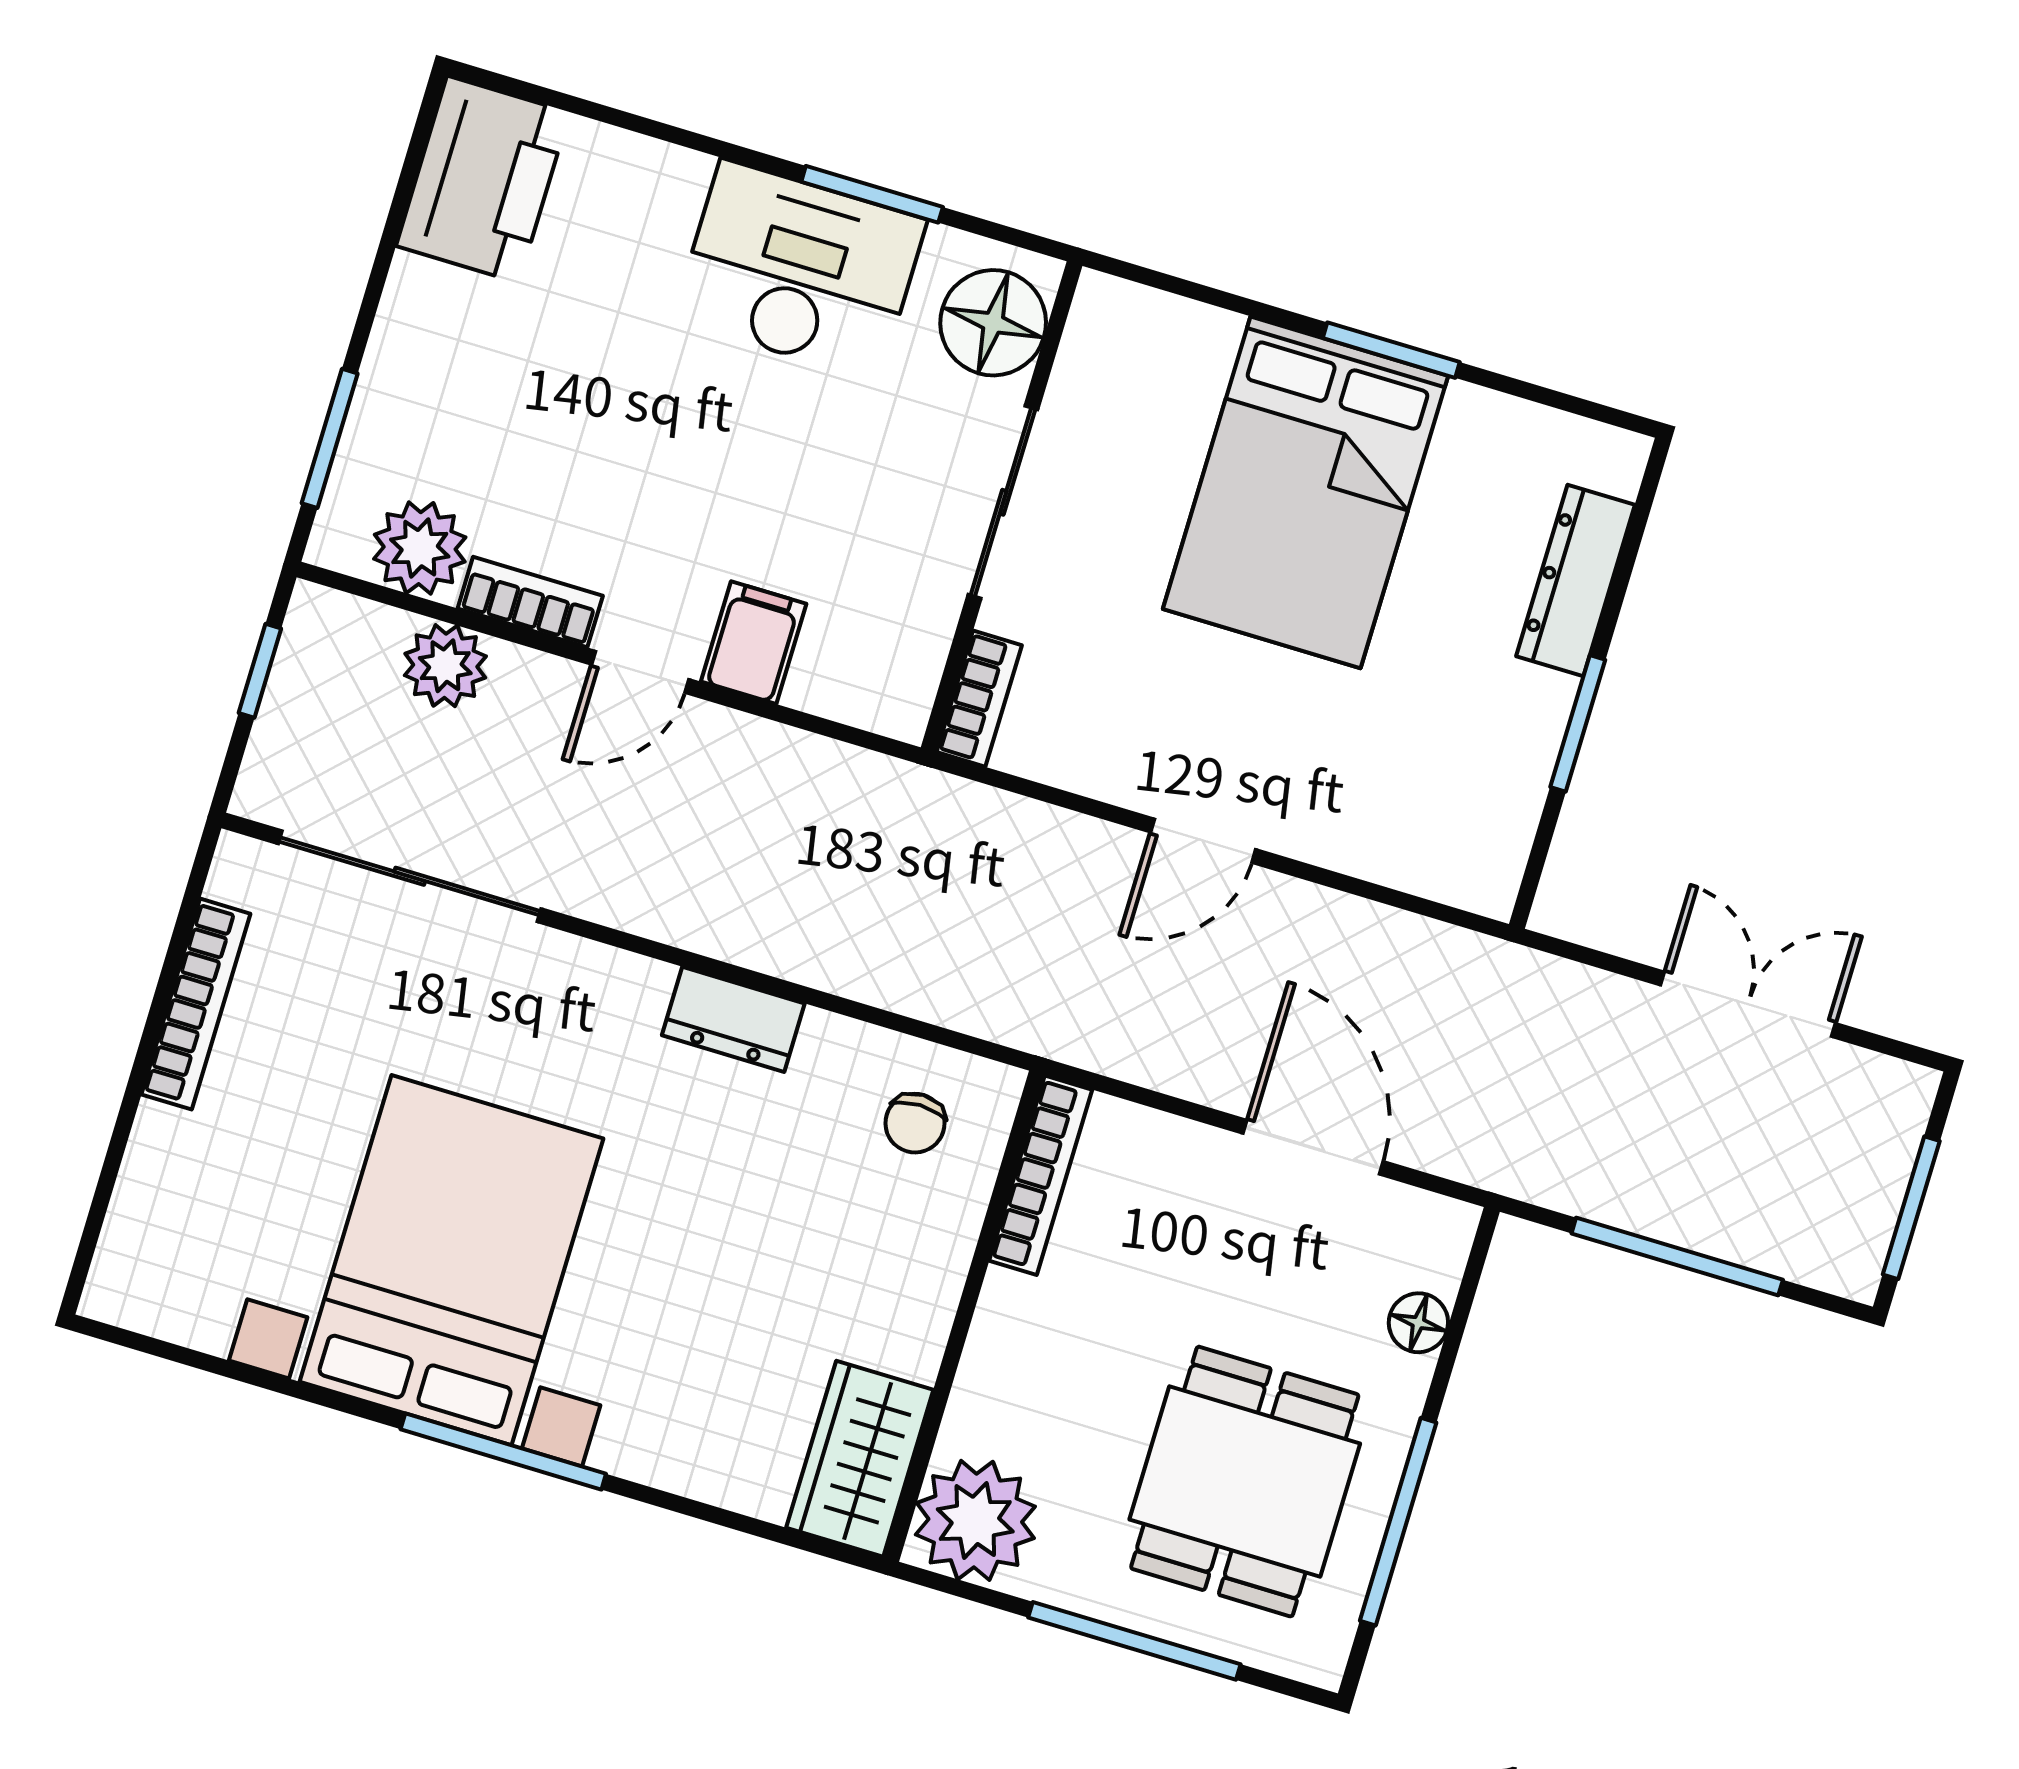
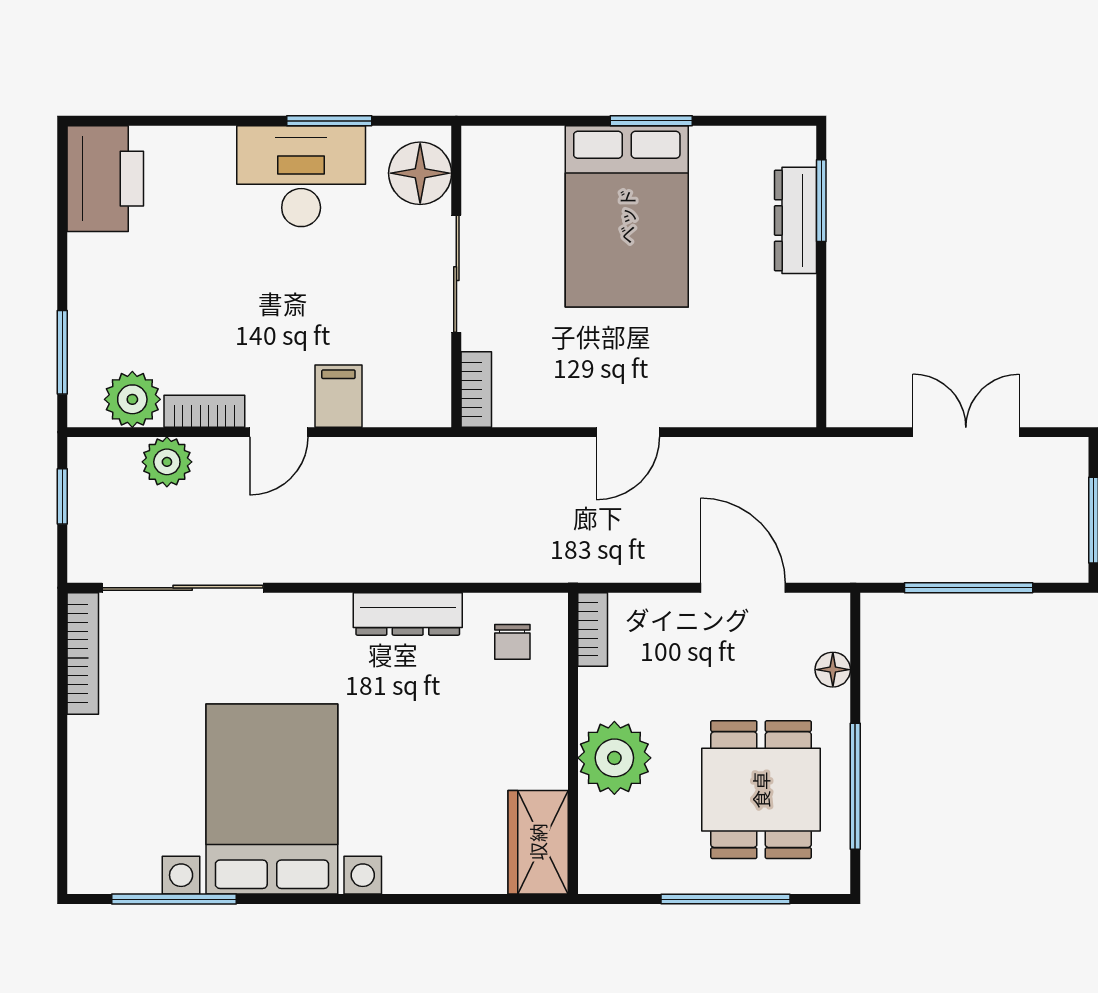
window: (1578, 723) -> (821, 201), moved
bookcase: (196, 1004) -> (83, 653), moved
dresser: (733, 1019) -> (408, 614), width x1.44
bookcase: (1041, 1175) -> (593, 629), width x0.64
window: (503, 1452) -> (174, 899), moved
plant: (975, 1520) -> (614, 758), moved

